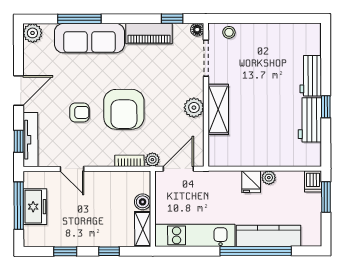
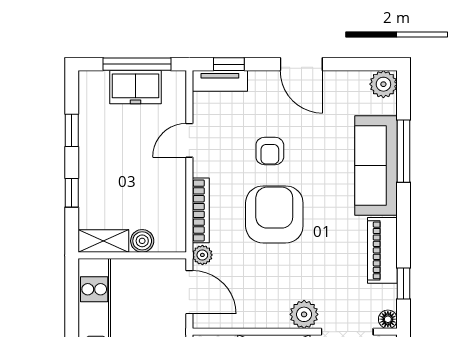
plant: (194, 108) -> (304, 314), moved
armchair: (124, 109) -> (274, 214), turned 90
tv unit: (30, 140) -> (220, 81), width x0.71
bookcase: (129, 161) -> (201, 210), width x1.56

